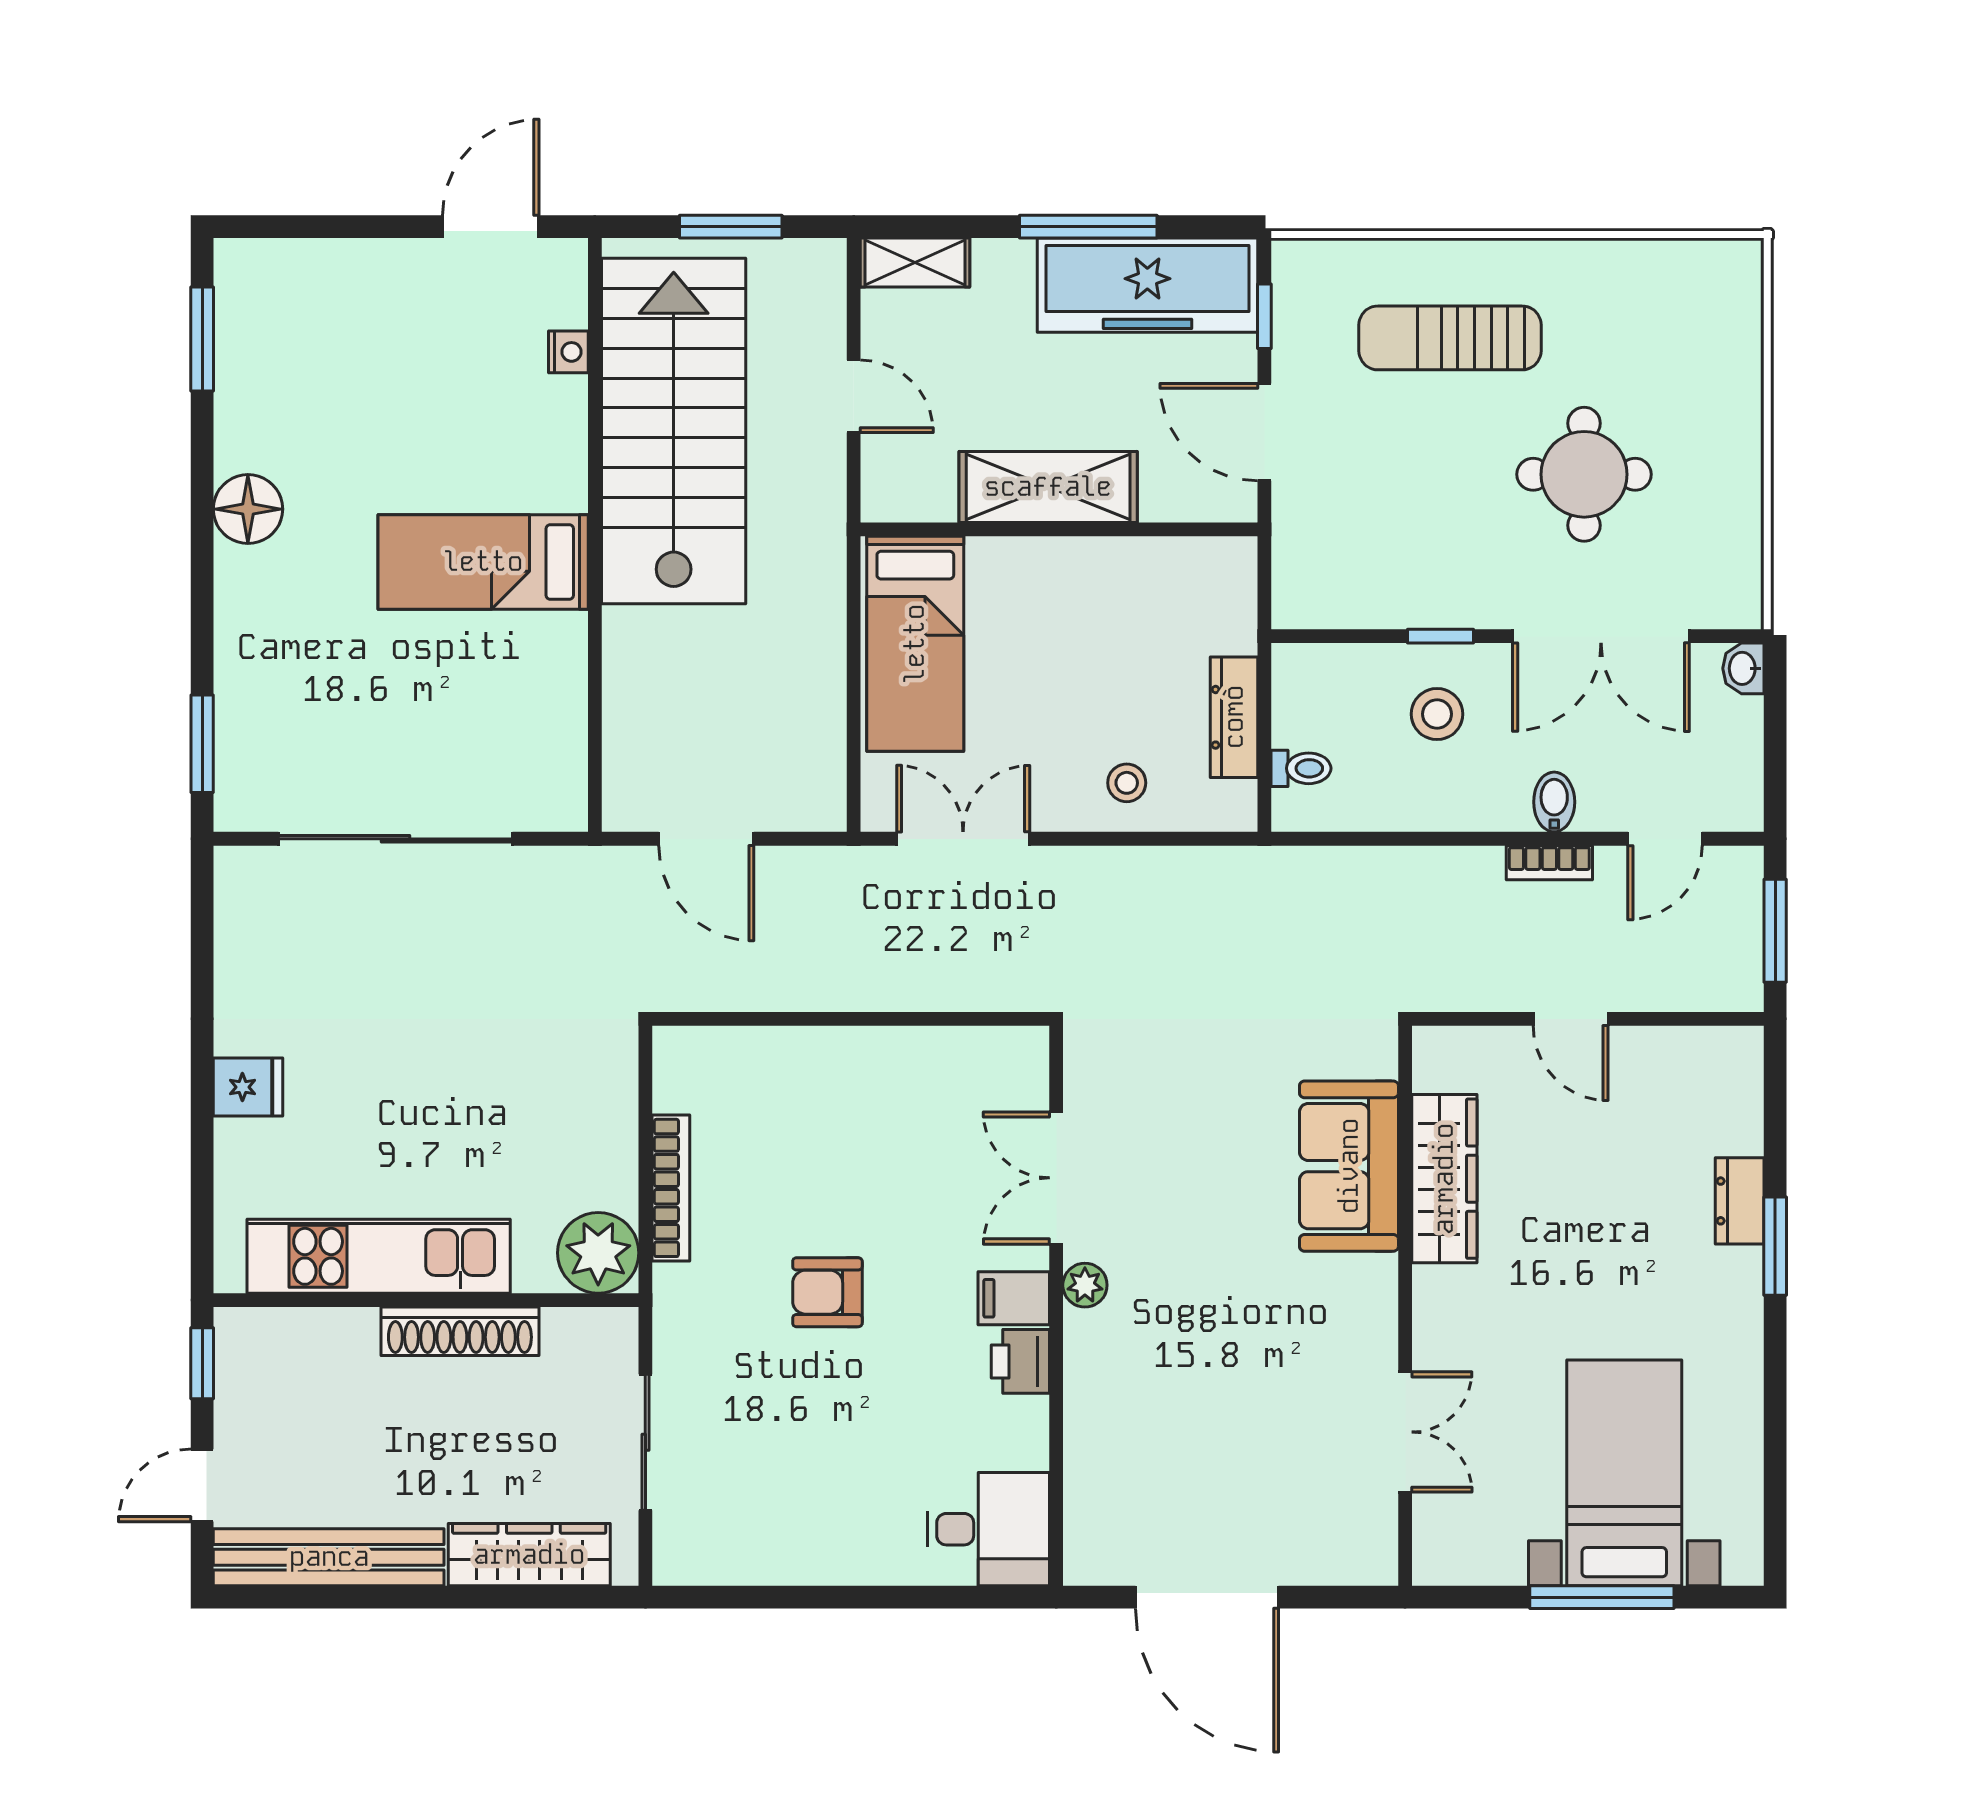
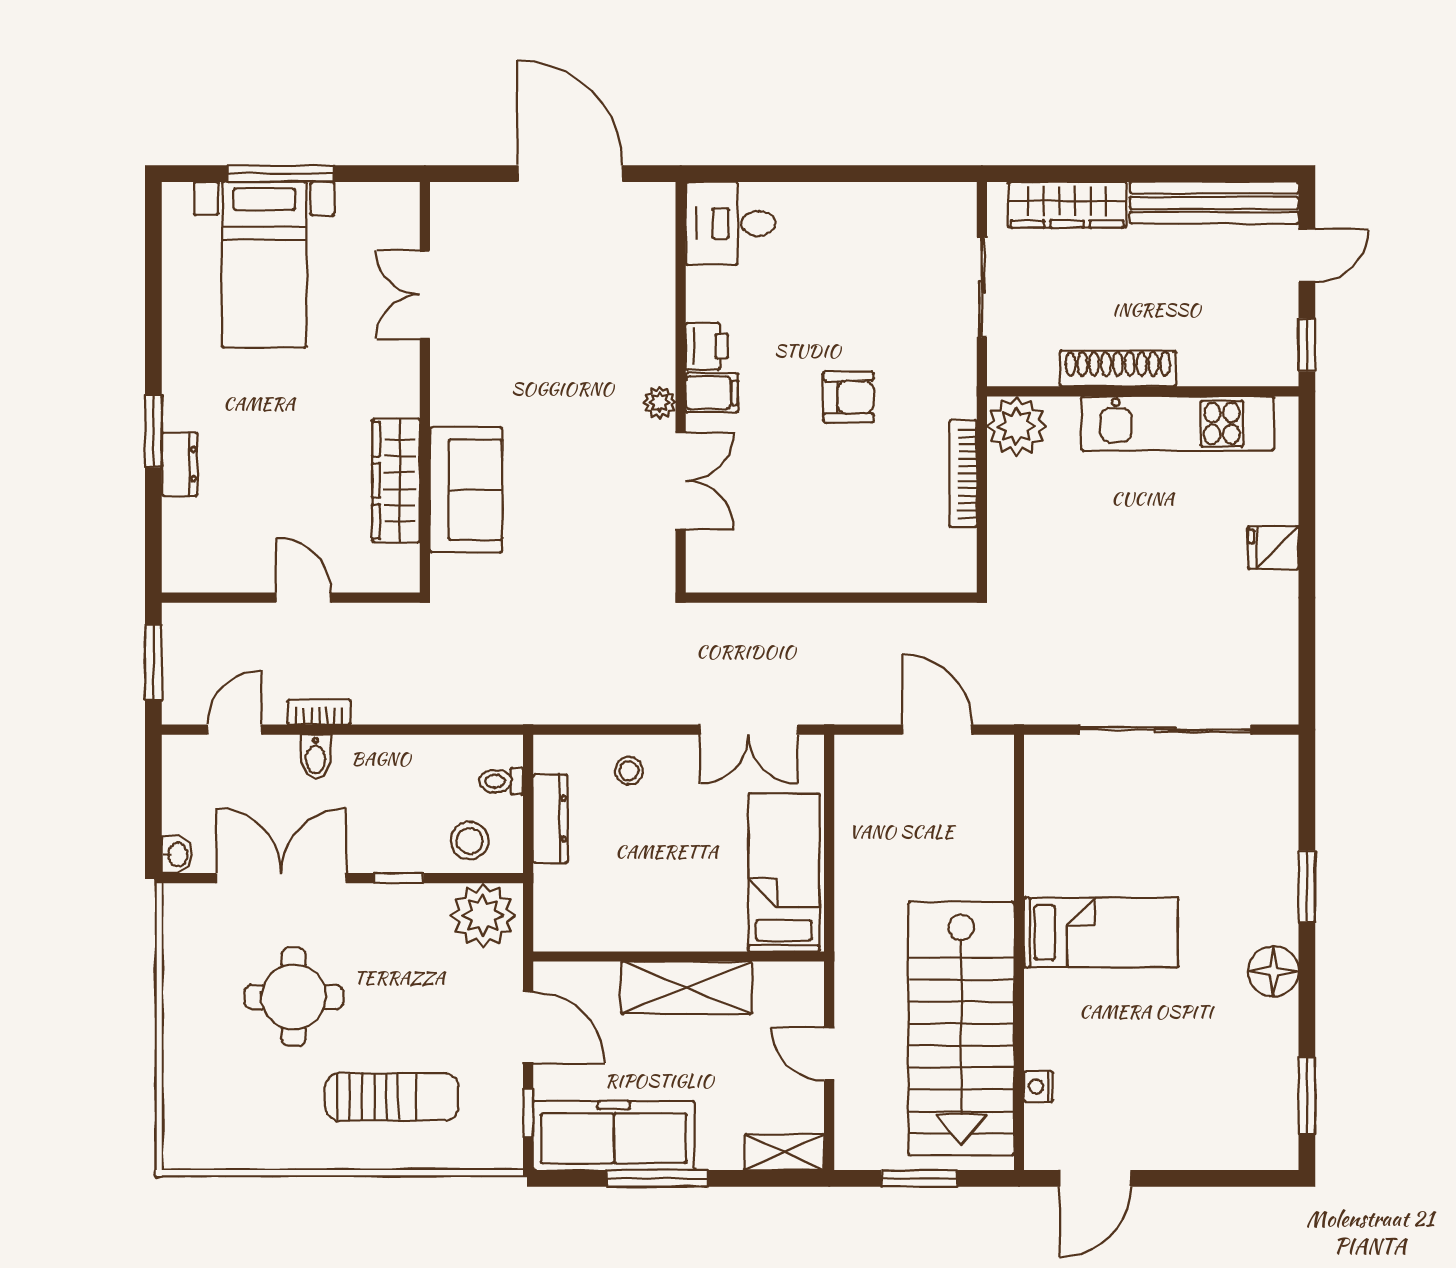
plant: (1326, 585) -> (483, 915), added
stool: (1437, 714) -> (469, 841), moved
window: (202, 744) -> (1307, 886), moved

